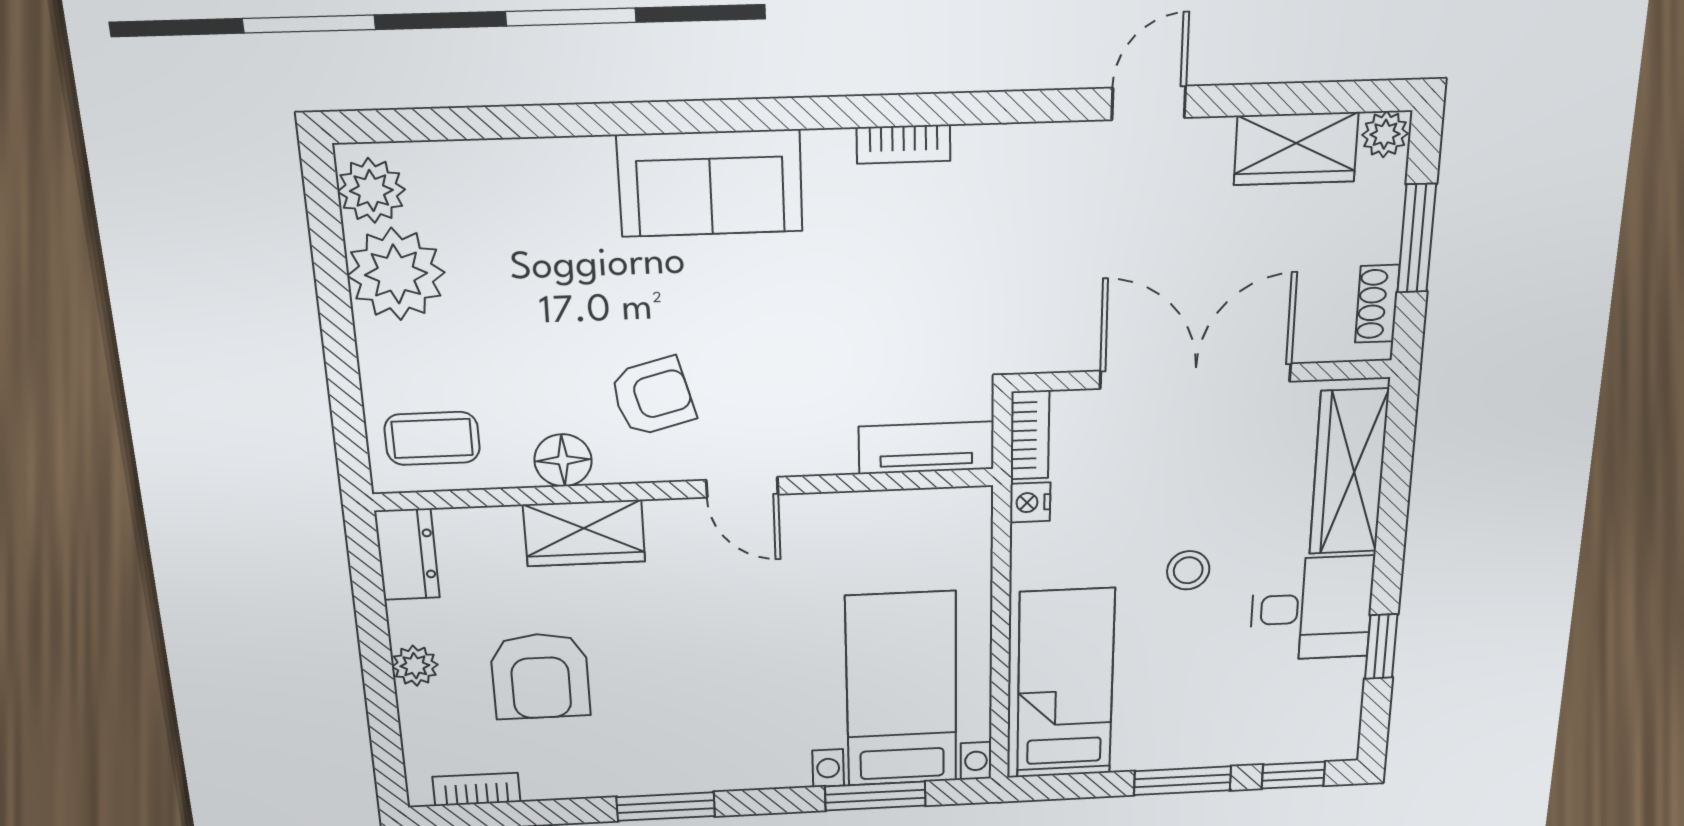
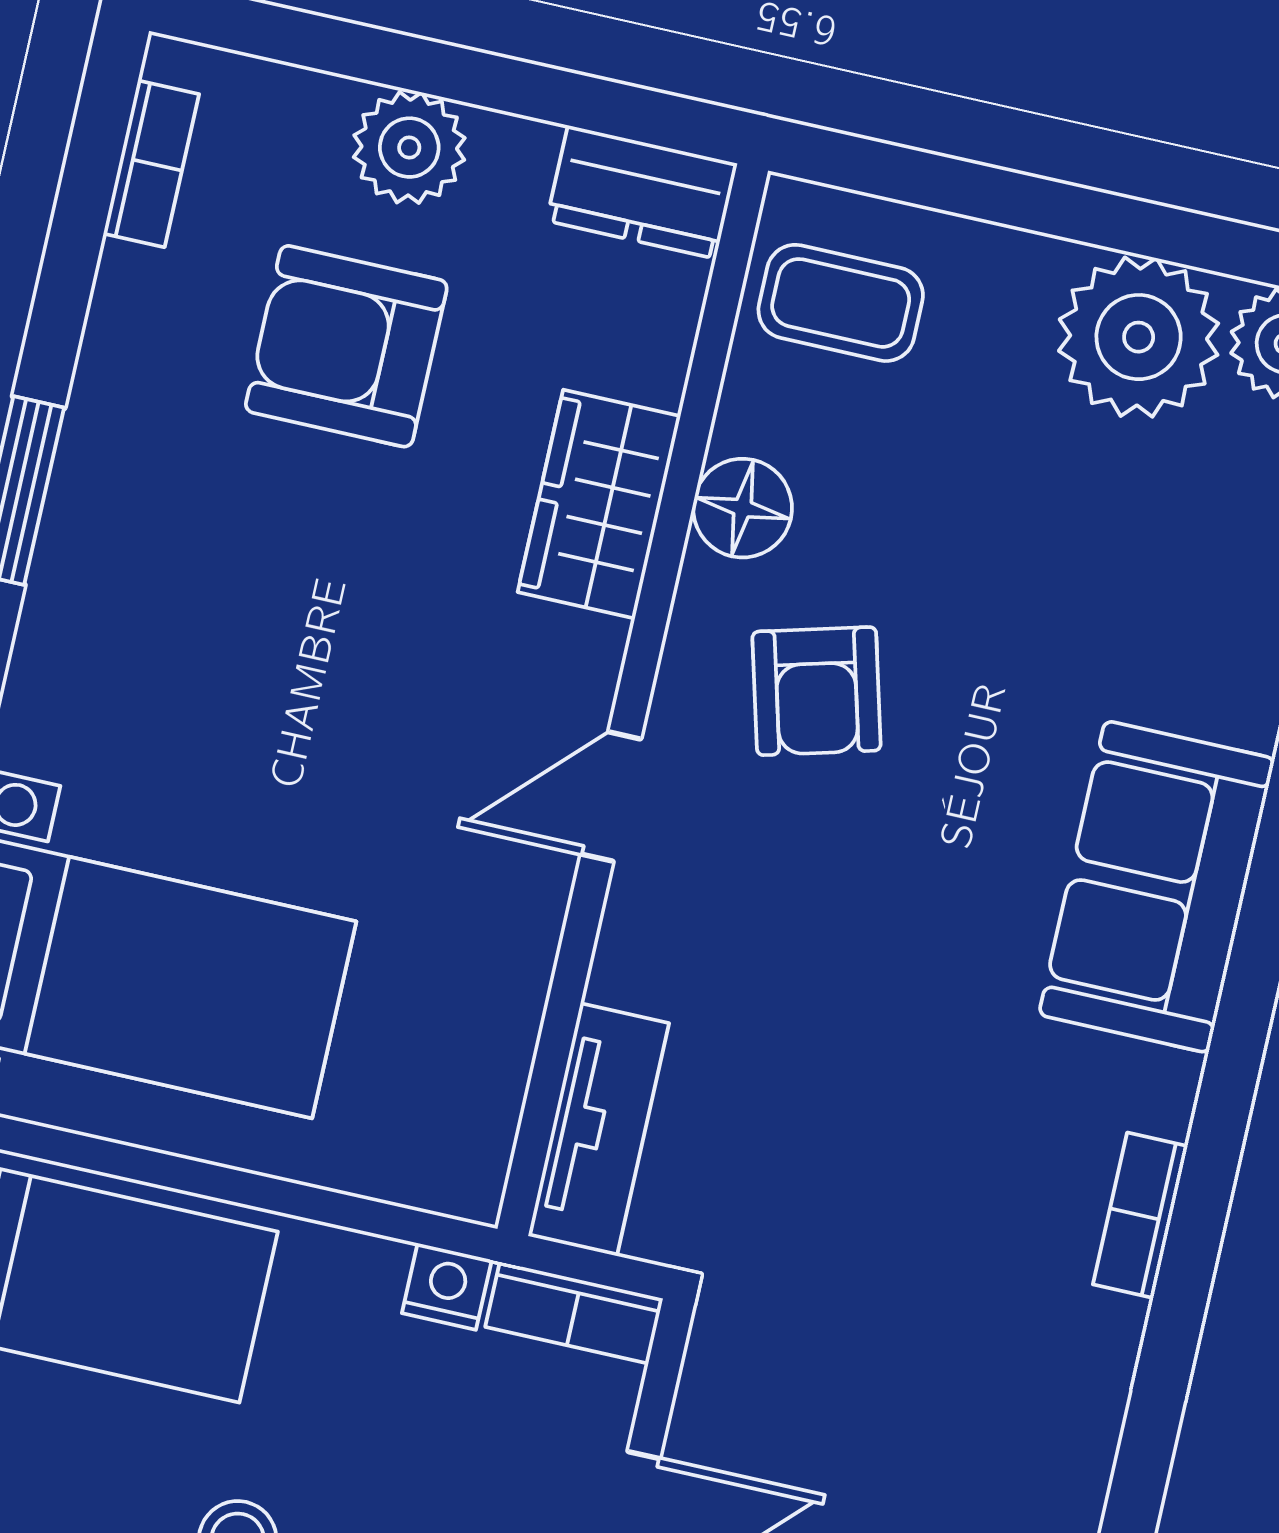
coffee table: (432, 438) -> (841, 303), turned 90
plant: (415, 666) -> (409, 148), width x1.38, depth x1.38

